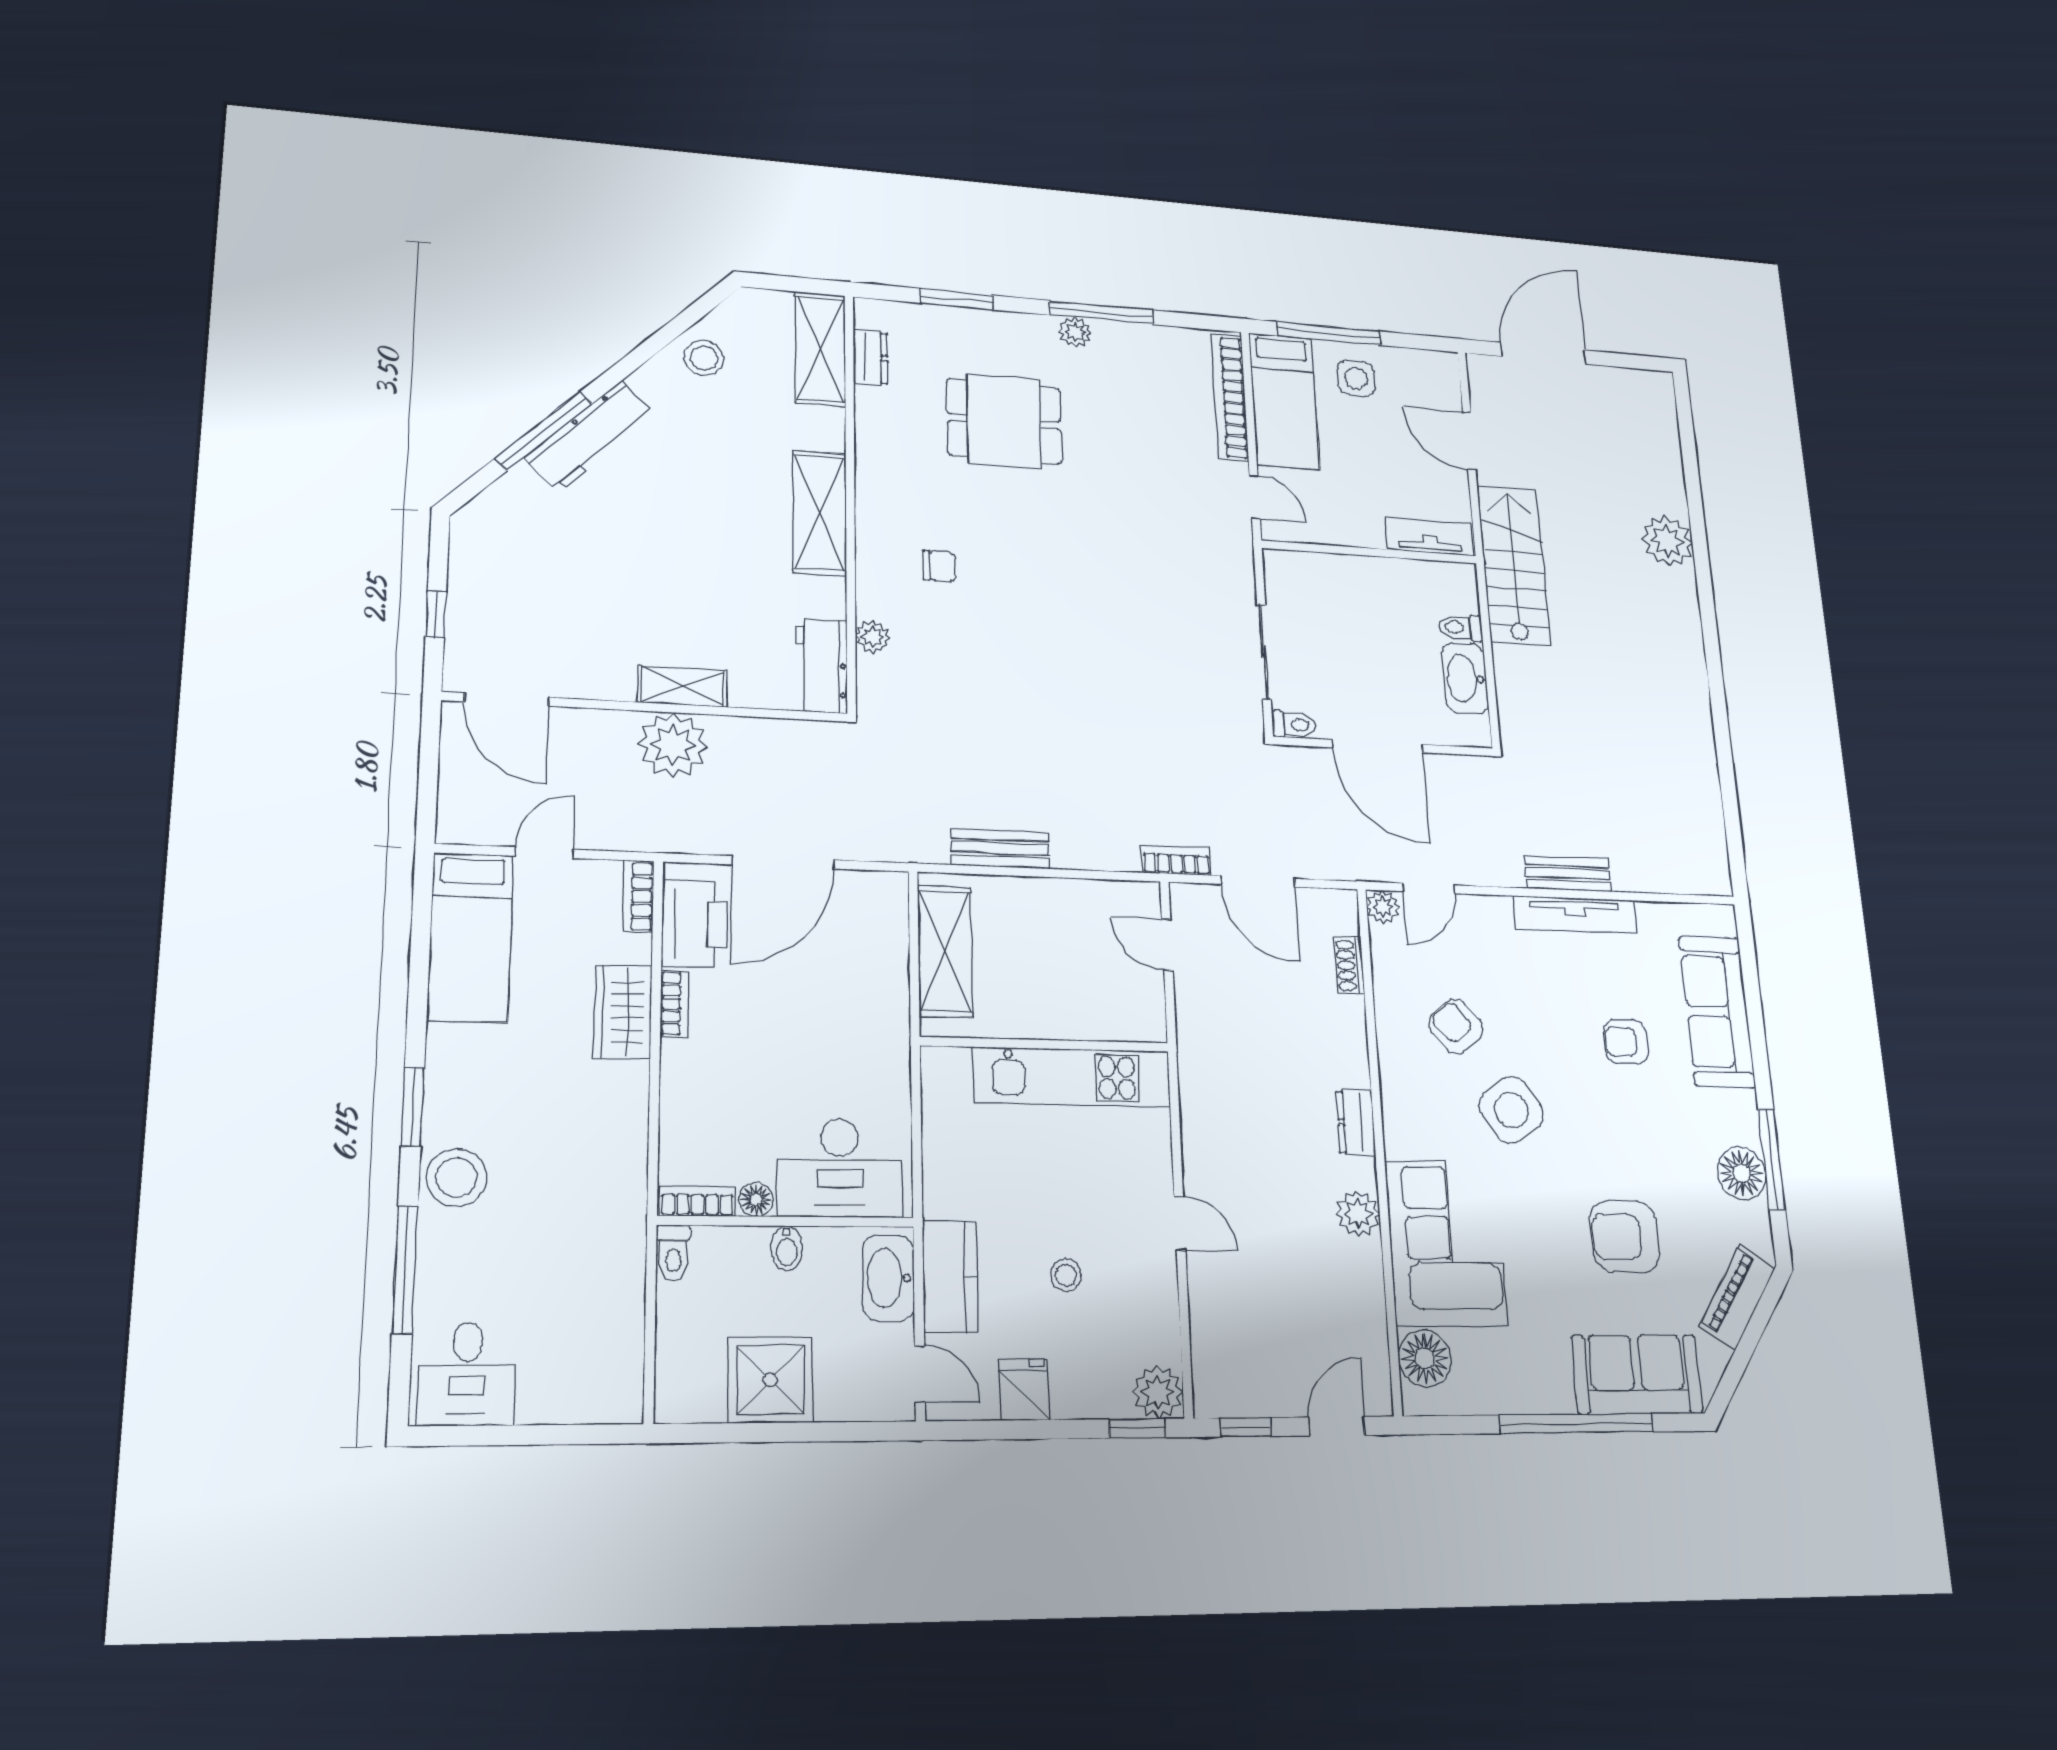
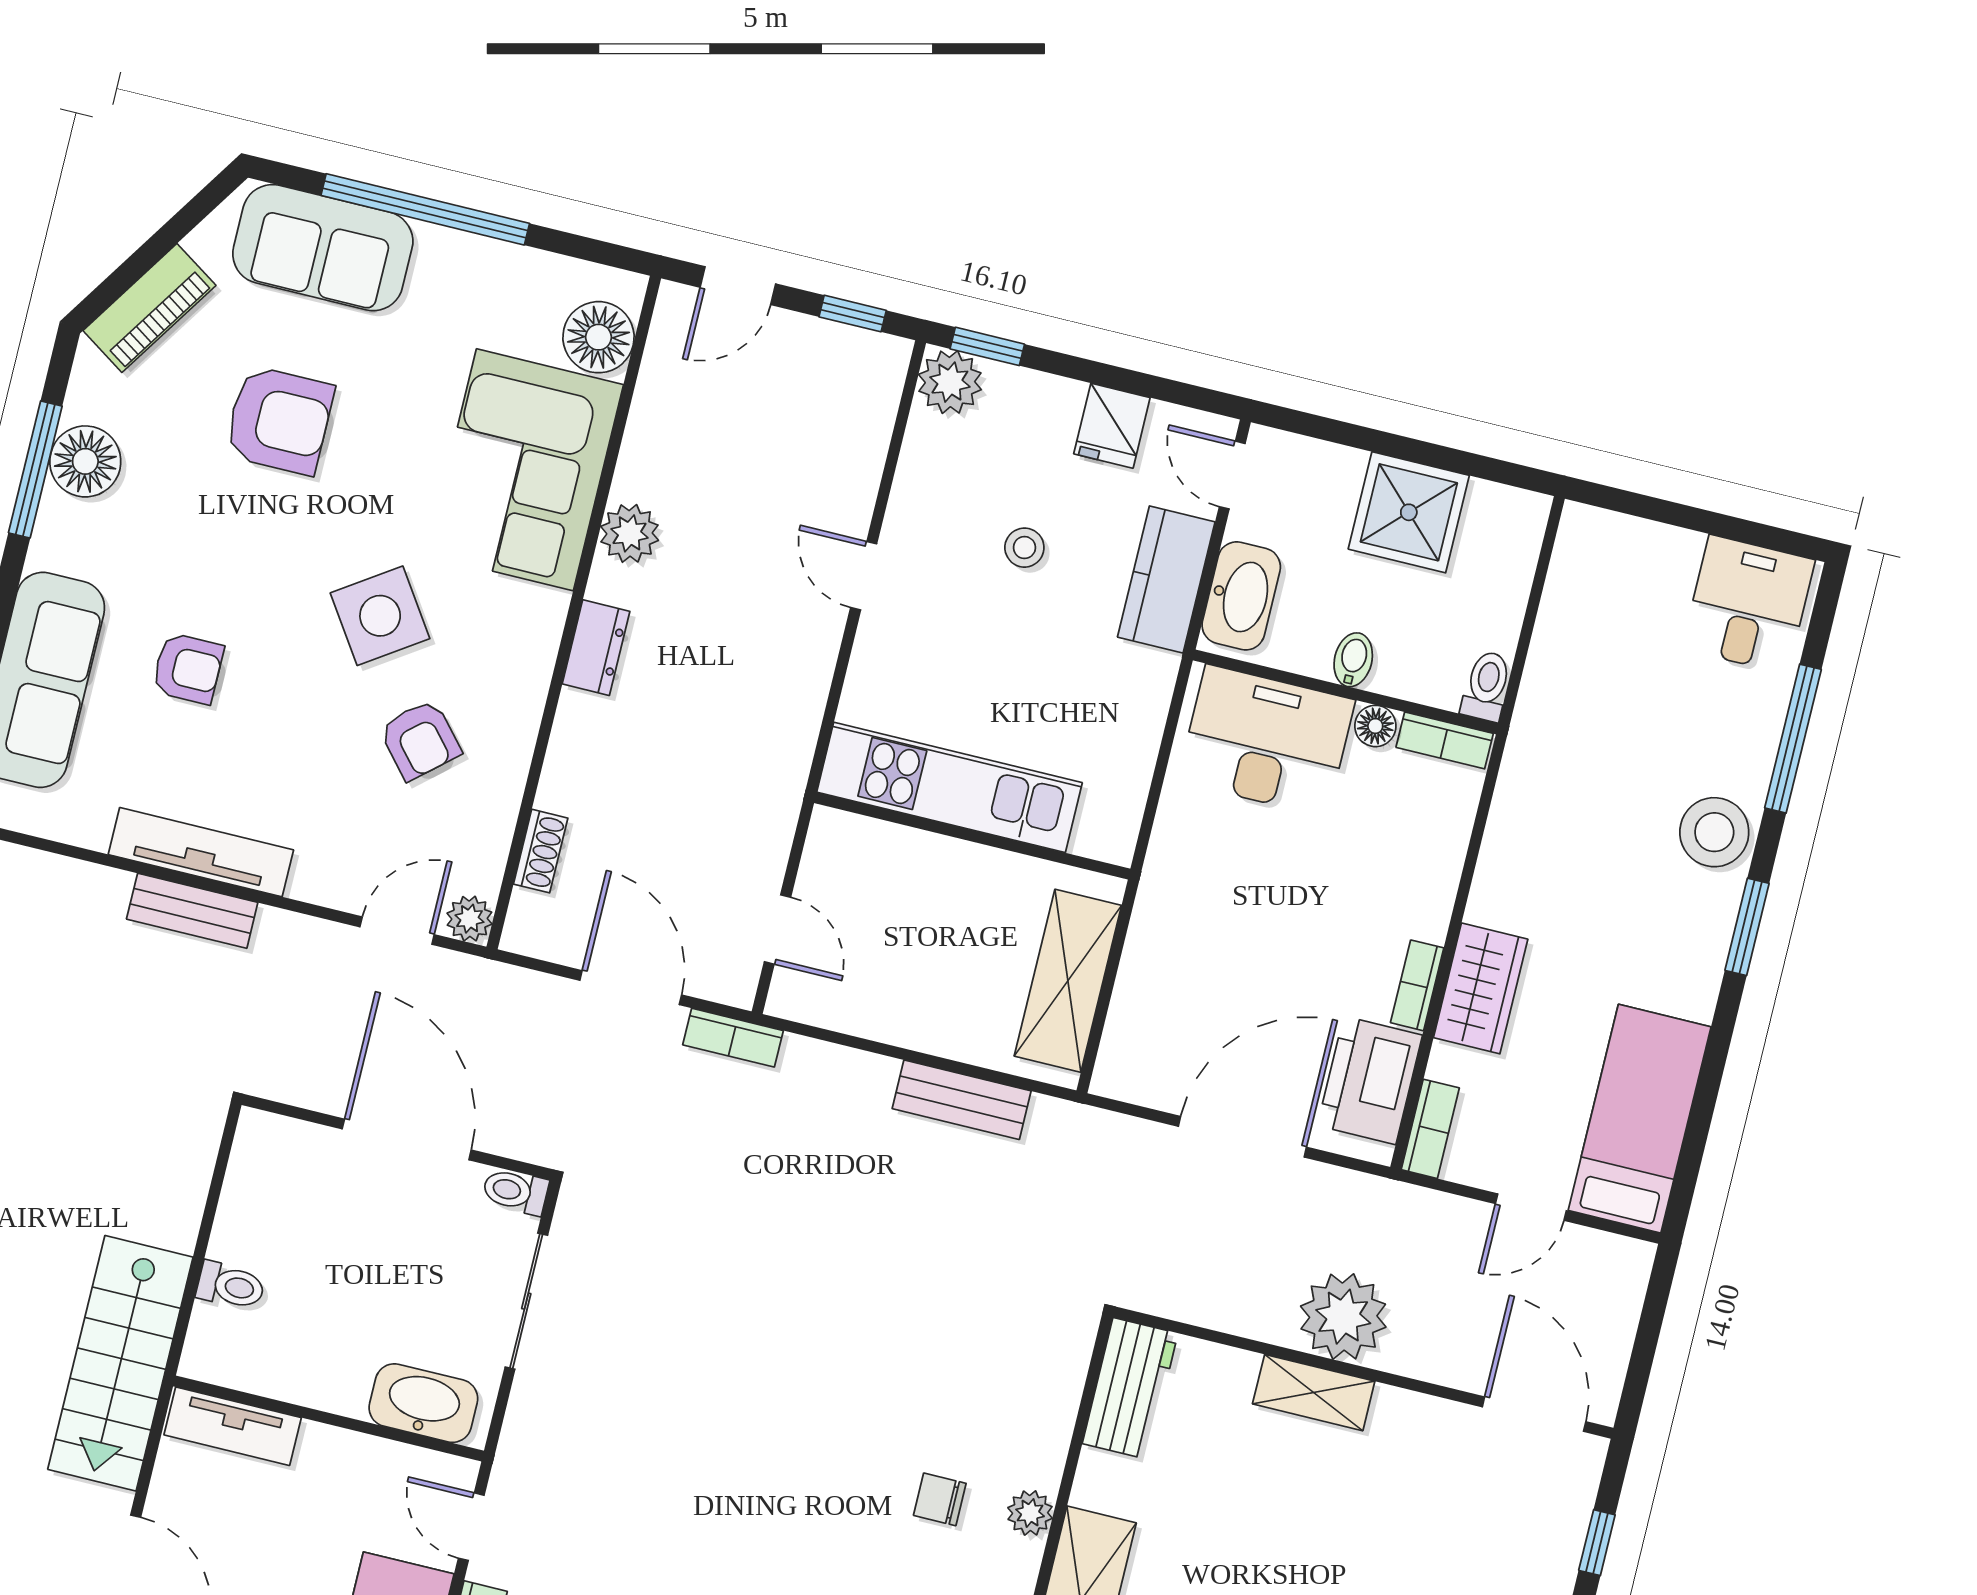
plant: (873, 637) -> (1030, 1513), moved
washbasin: (1465, 678) -> (423, 1403), moved, turned -90

